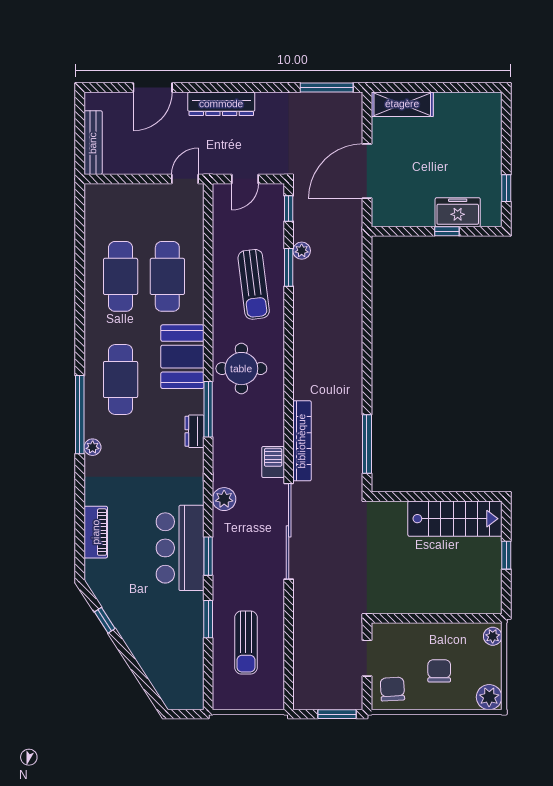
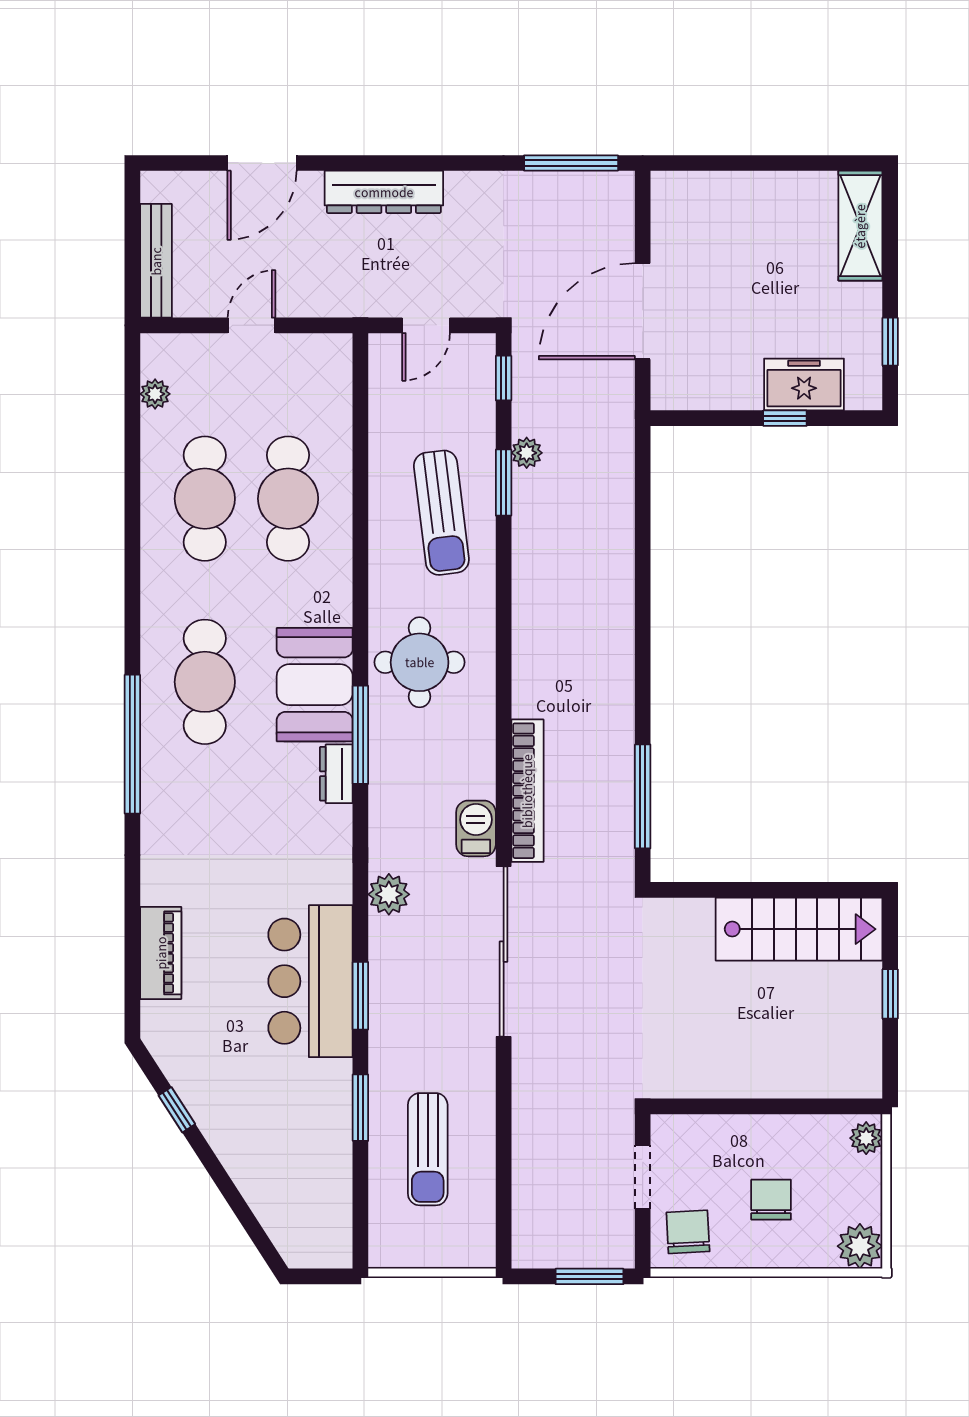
shelving: (402, 104) -> (860, 226), moved, turned 90
door: (185, 179) -> (251, 325), moved
booth: (182, 357) -> (315, 685), moved
plant: (93, 447) -> (155, 394), moved

